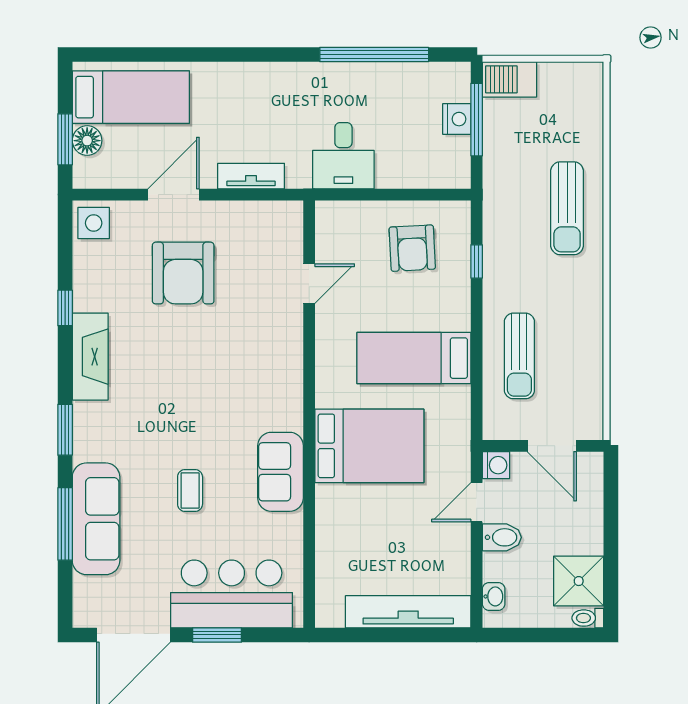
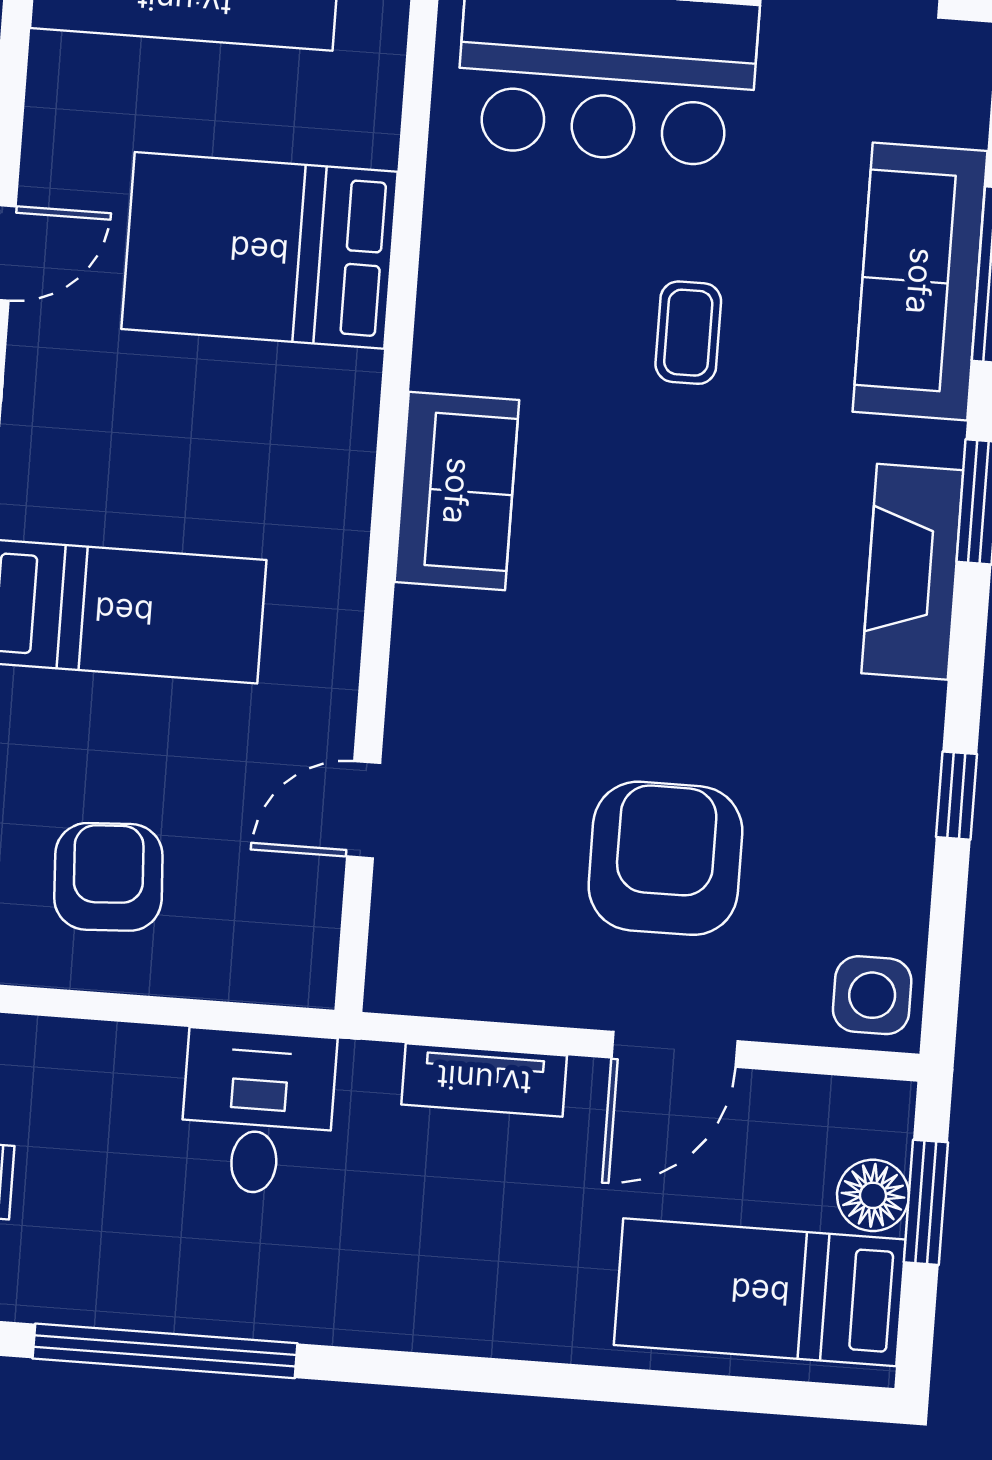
fireplace: (90, 357) -> (912, 572), moved
bed: (369, 446) -> (259, 250), moved
sofa: (280, 472) -> (457, 491), moved

